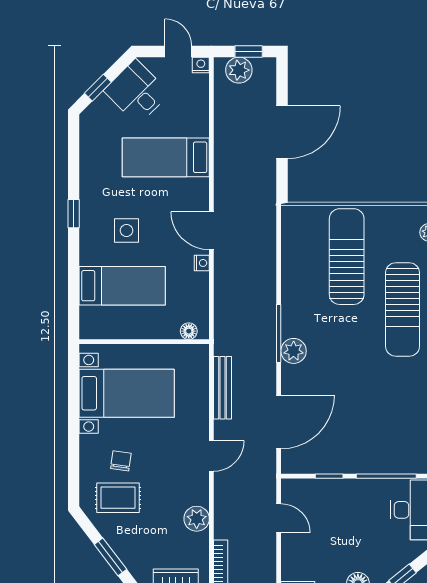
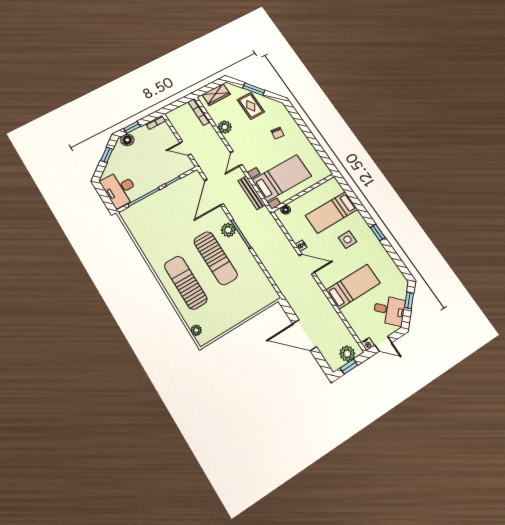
door: (282, 132) -> (305, 335), hinge flipped
sun lounger: (347, 257) -> (216, 258), moved
bed with nightstands: (127, 393) -> (282, 178), moved, turned 180
rug: (118, 498) -> (251, 106), moved, turned 90

